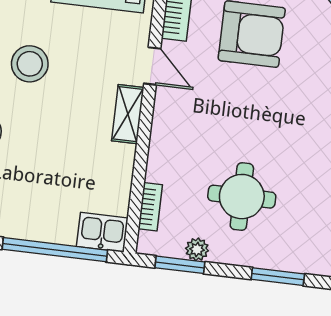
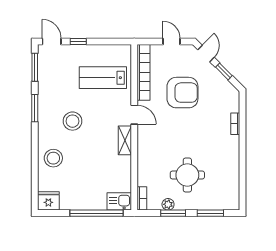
bookcase: (150, 207) -> (142, 198), moved
window: (180, 265) -> (173, 213), moved

